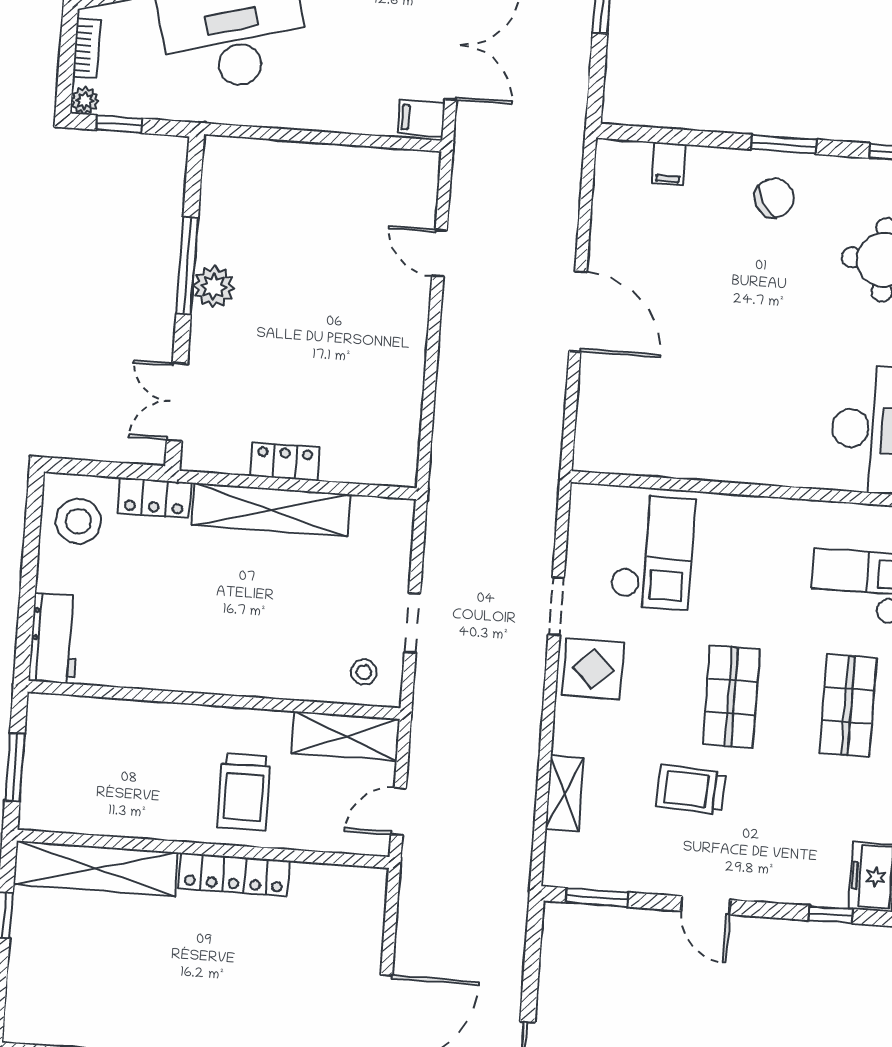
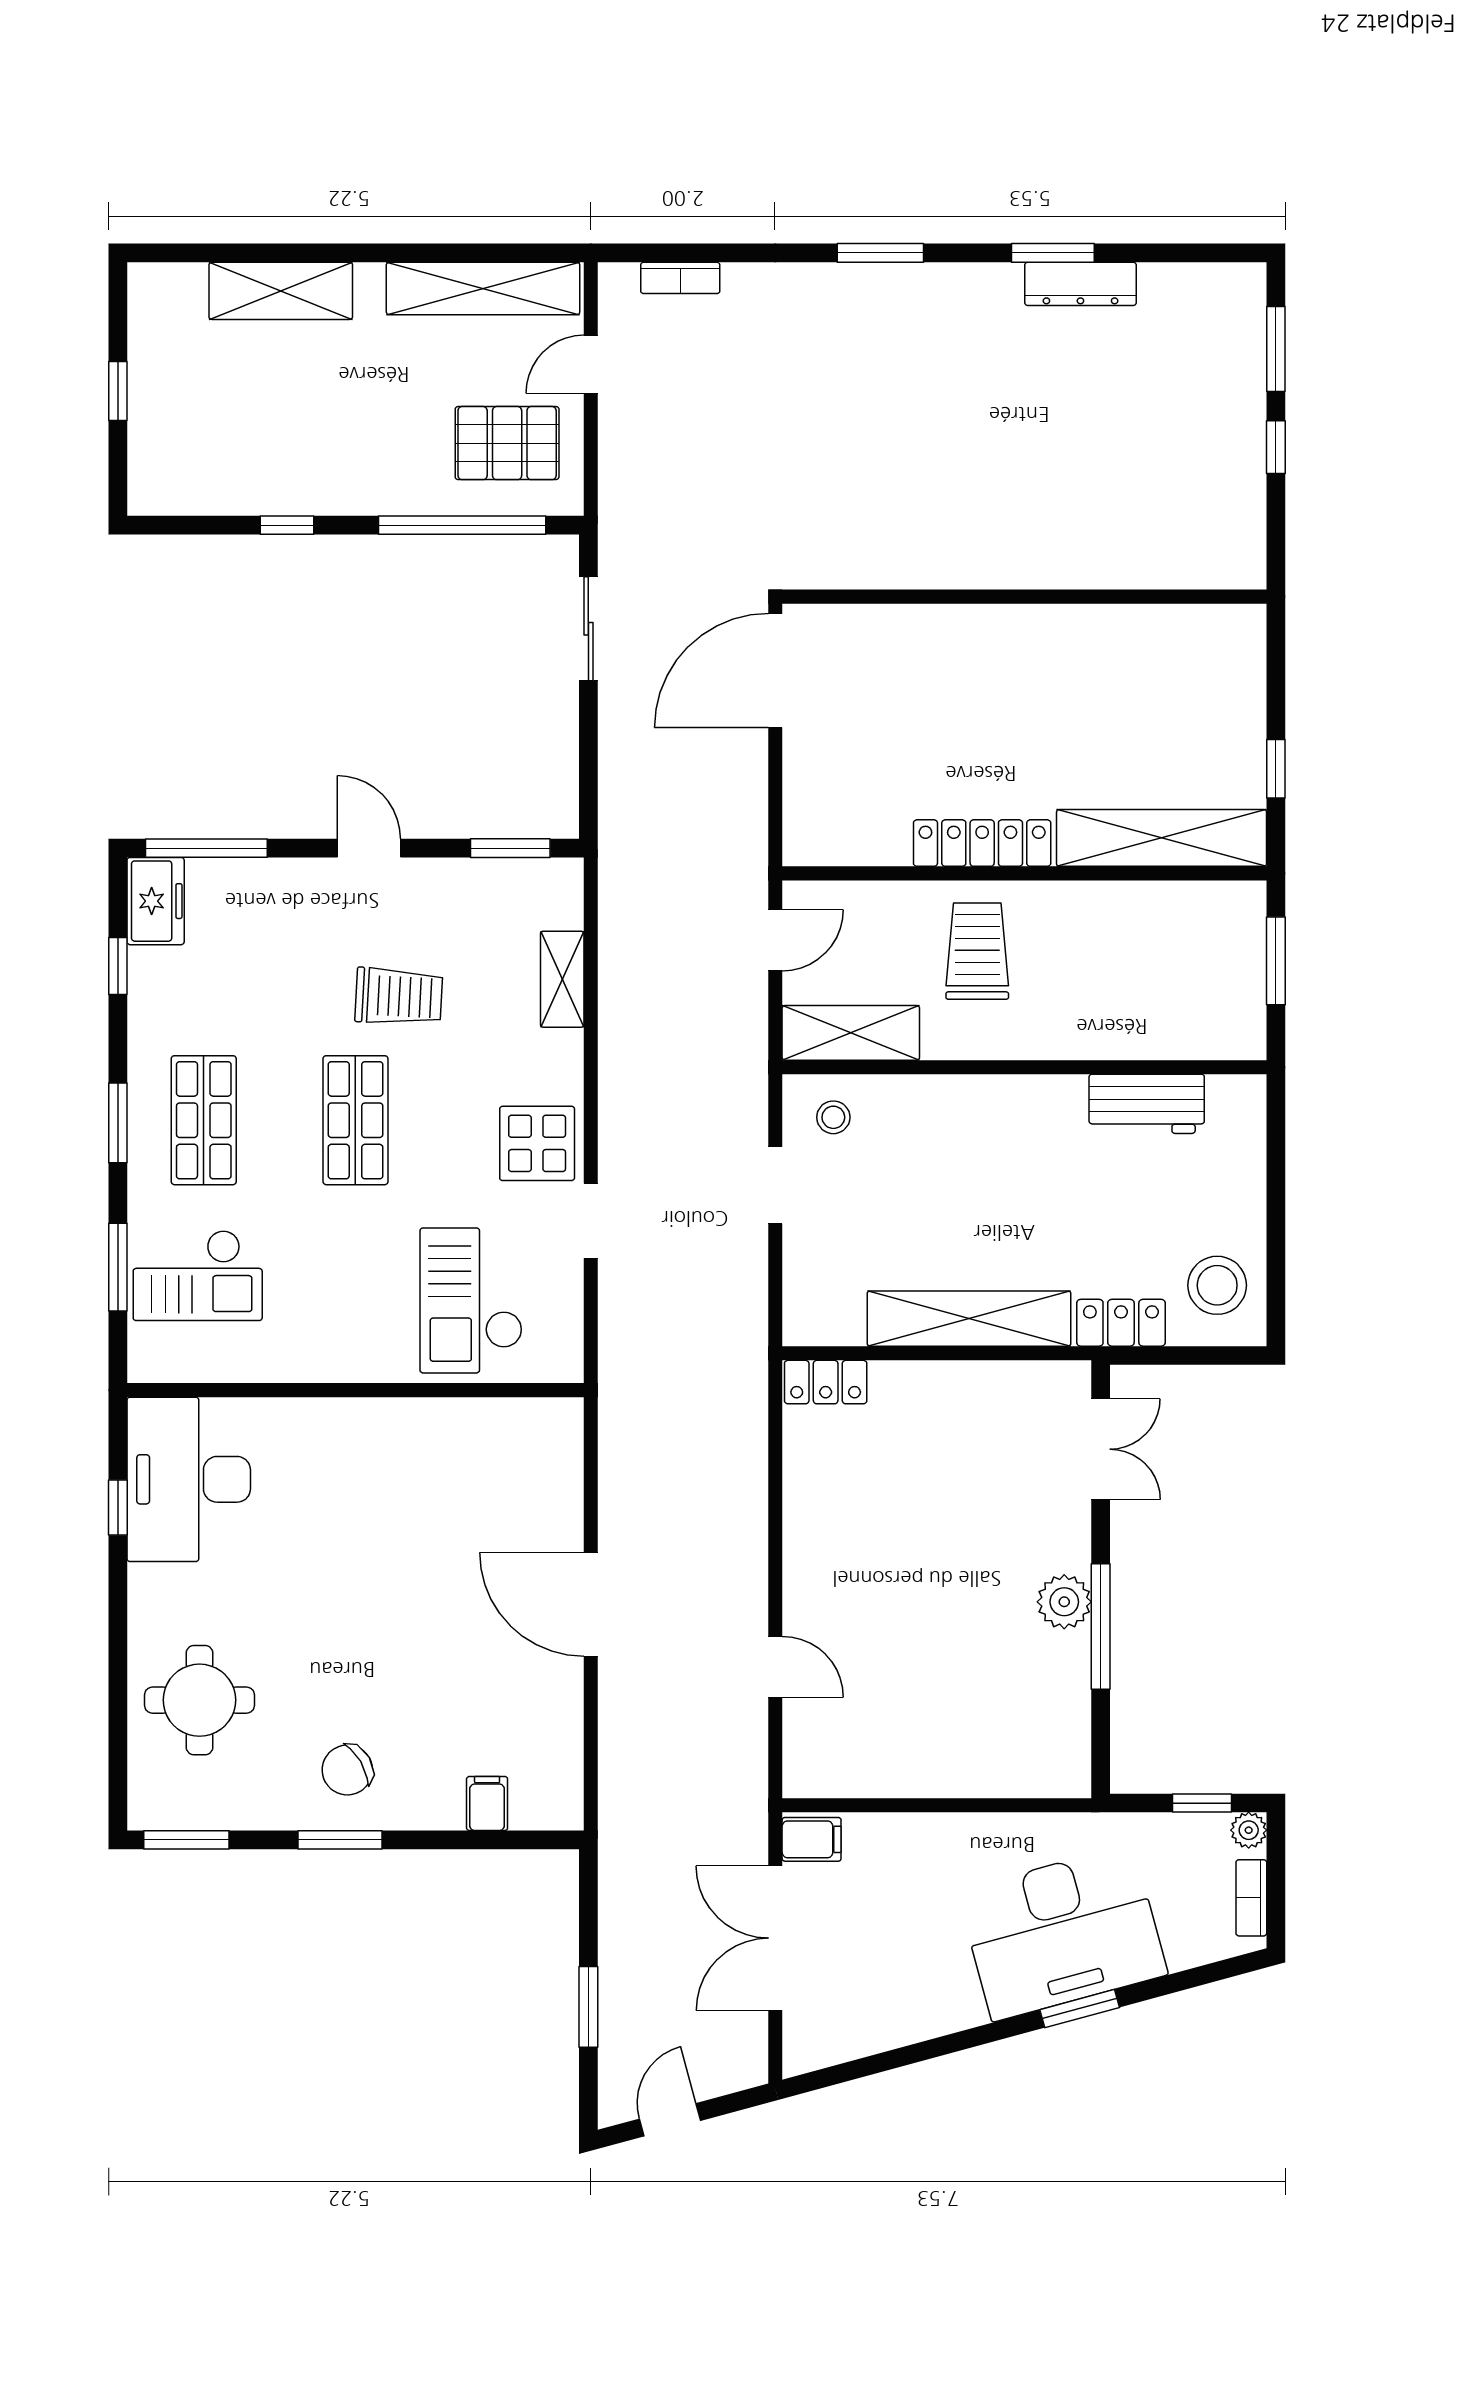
locker: (285, 462) -> (826, 1382), moved
workbench: (54, 638) -> (1147, 1104), moved, turned -90
window: (831, 915) -> (206, 848), width x2.17

